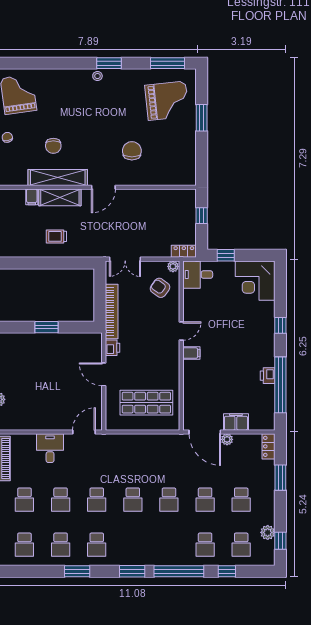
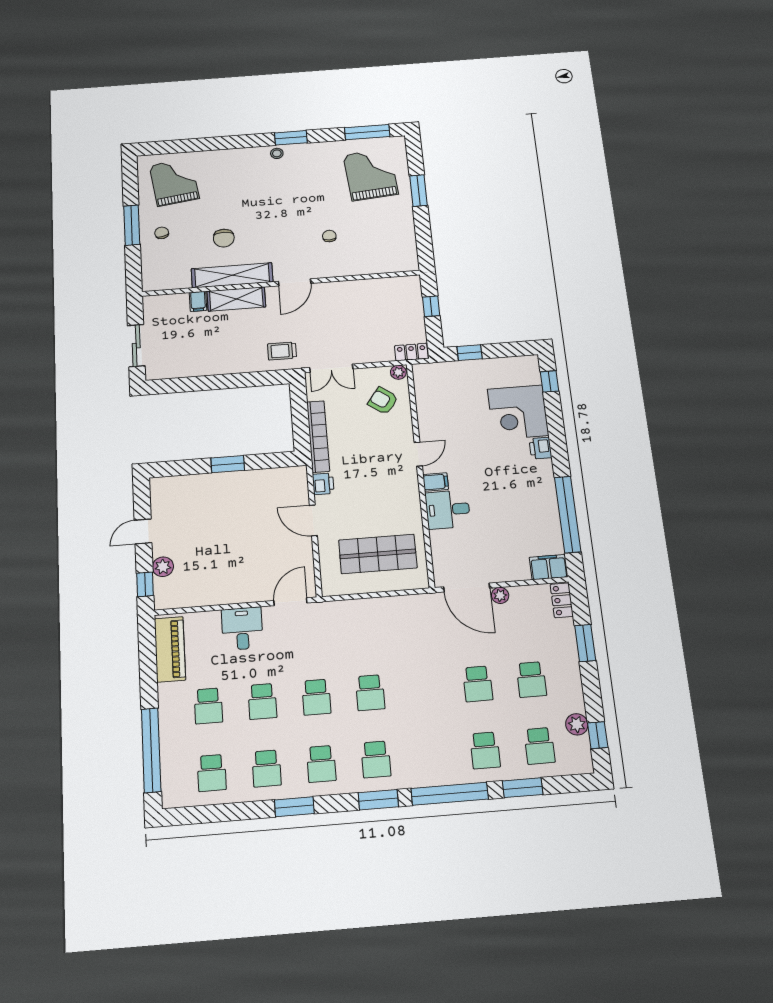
grand piano: (167, 101) -> (371, 175), turned -89
chair: (132, 151) -> (329, 236), width x0.54, depth x0.54
trolley: (56, 236) -> (282, 351), moved
desk: (198, 275) -> (448, 510), moved
corner desk: (255, 281) -> (518, 412), moved
window: (280, 325) -> (550, 381), moved
printer: (268, 376) -> (540, 448), moved
filing cabinet: (236, 422) -> (549, 567), moved
school desk: (169, 500) -> (376, 759), moved
window: (227, 571) -> (523, 788), width x1.50

